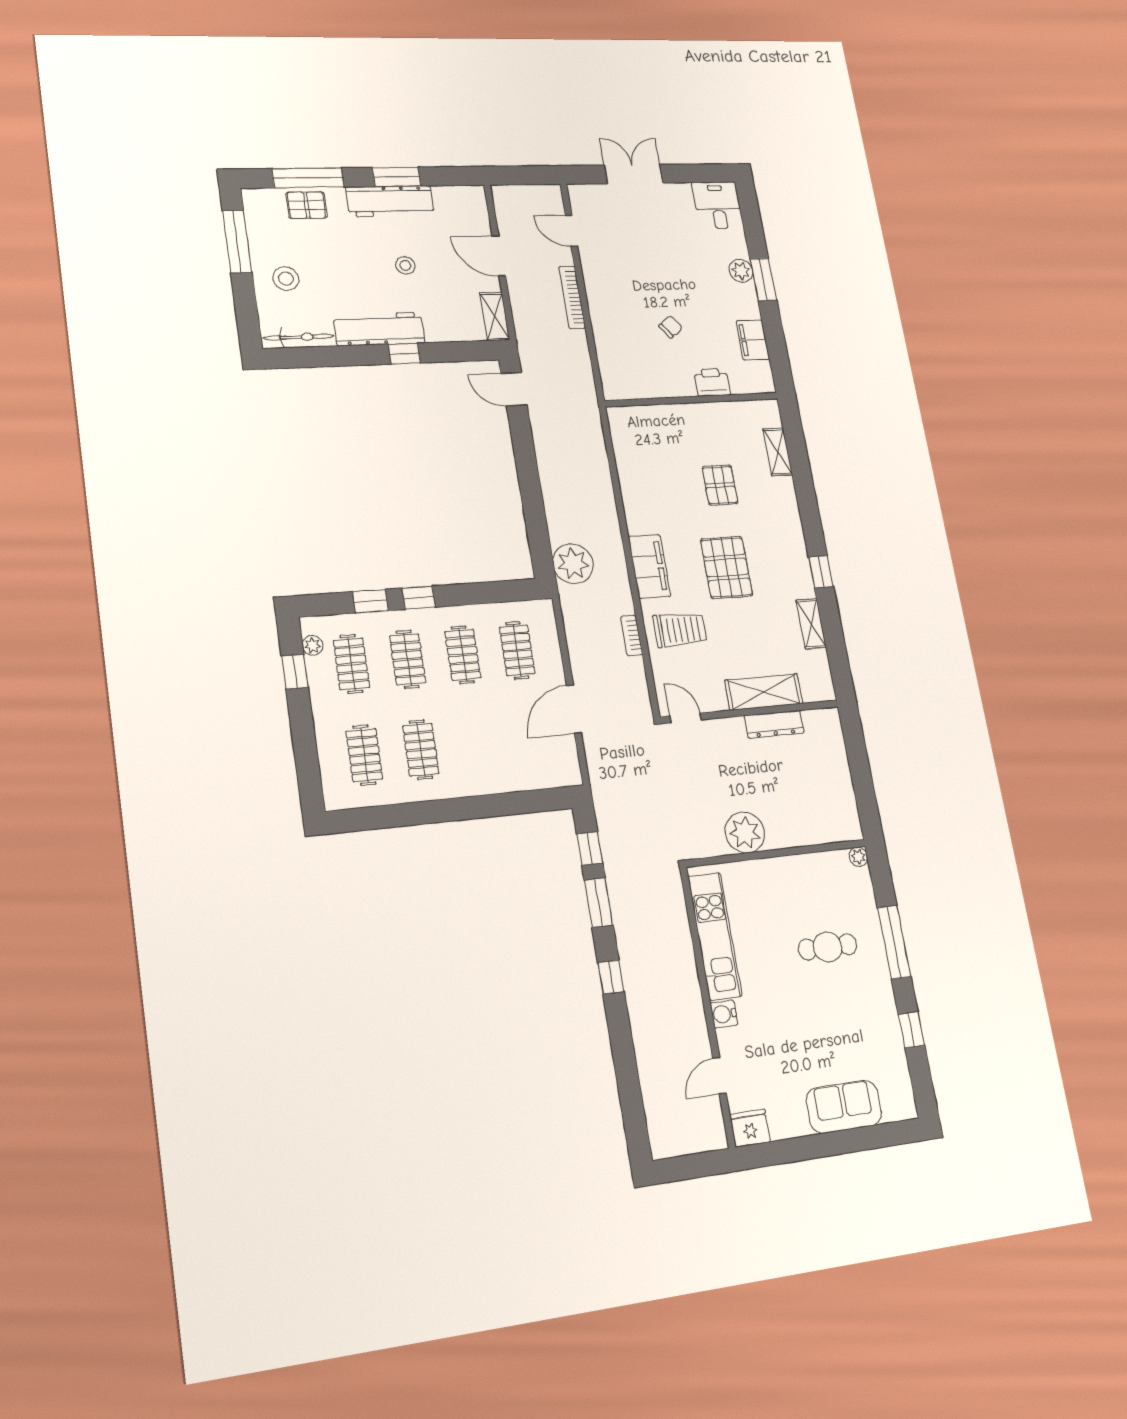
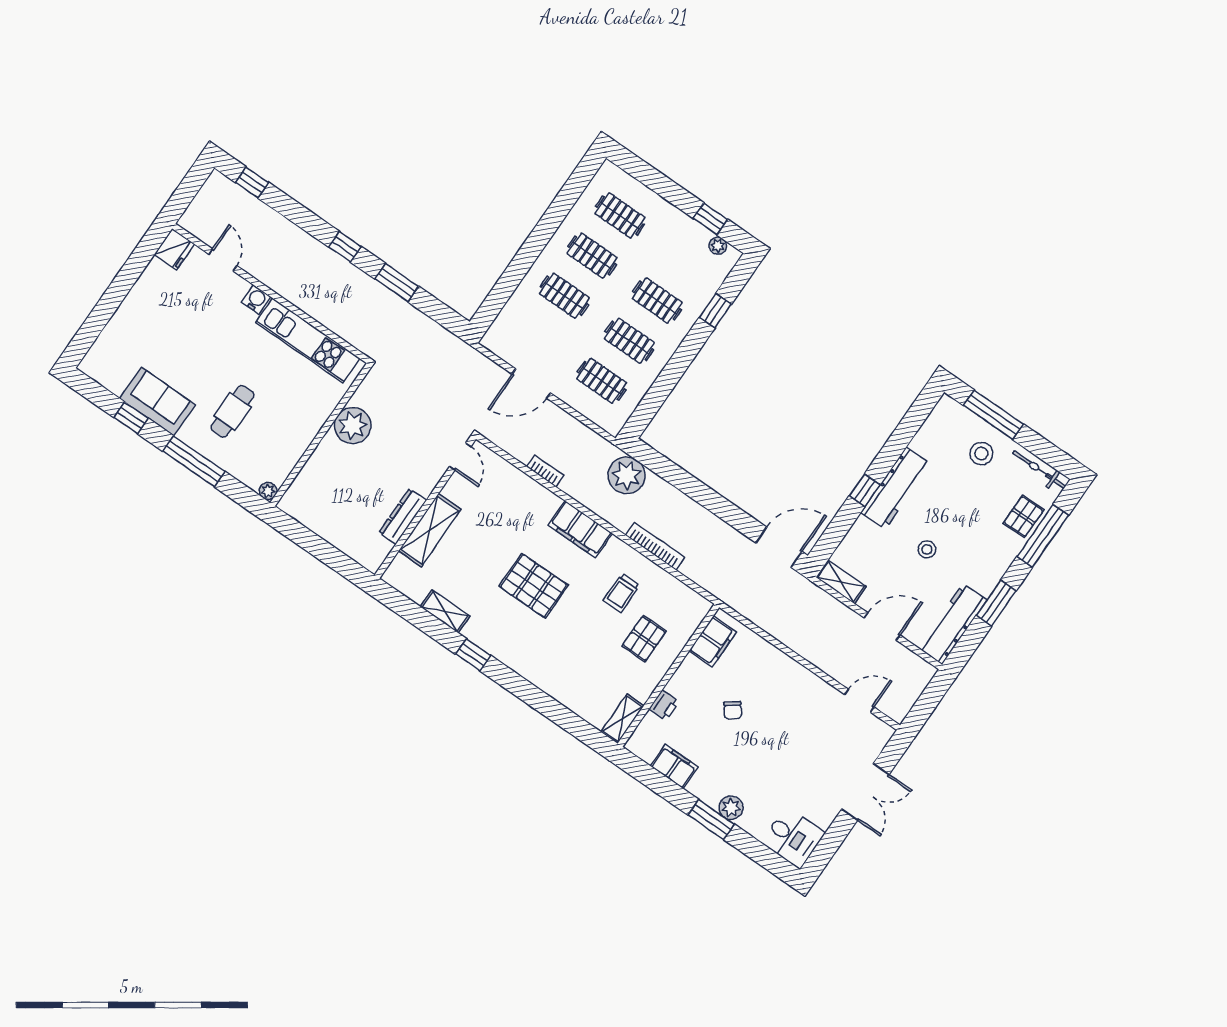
workbench: (390, 201) -> (952, 624), moved
window: (237, 242) -> (993, 415), moved
bookcase: (572, 297) -> (655, 546), moved
bicycle: (299, 337) -> (1039, 470), moved, turned 90
printer: (712, 382) -> (664, 705), width x0.73, depth x0.81
filing cabinet: (635, 385) -> (713, 641), added
door: (514, 389) -> (779, 547), width x1.38
shelving: (778, 452) -> (622, 719), moved, turned 90
pallet: (720, 485) -> (644, 639), moved, turned 90
window: (419, 598) -> (691, 346), removed
trolley: (680, 630) -> (621, 593), moved, width x0.73, depth x0.72
clothes rail: (351, 664) -> (564, 296), moved
door: (574, 709) -> (531, 384), swing flipped
door: (686, 718) -> (460, 457), hinge flipped
window: (590, 849) -> (252, 182), moved
sofa: (844, 1107) -> (158, 402), moved, turned -90

